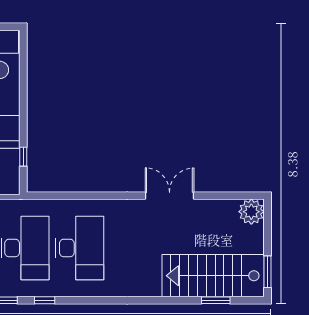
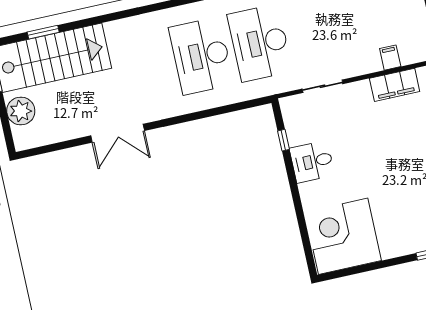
plant: (251, 212) -> (21, 111), moved

